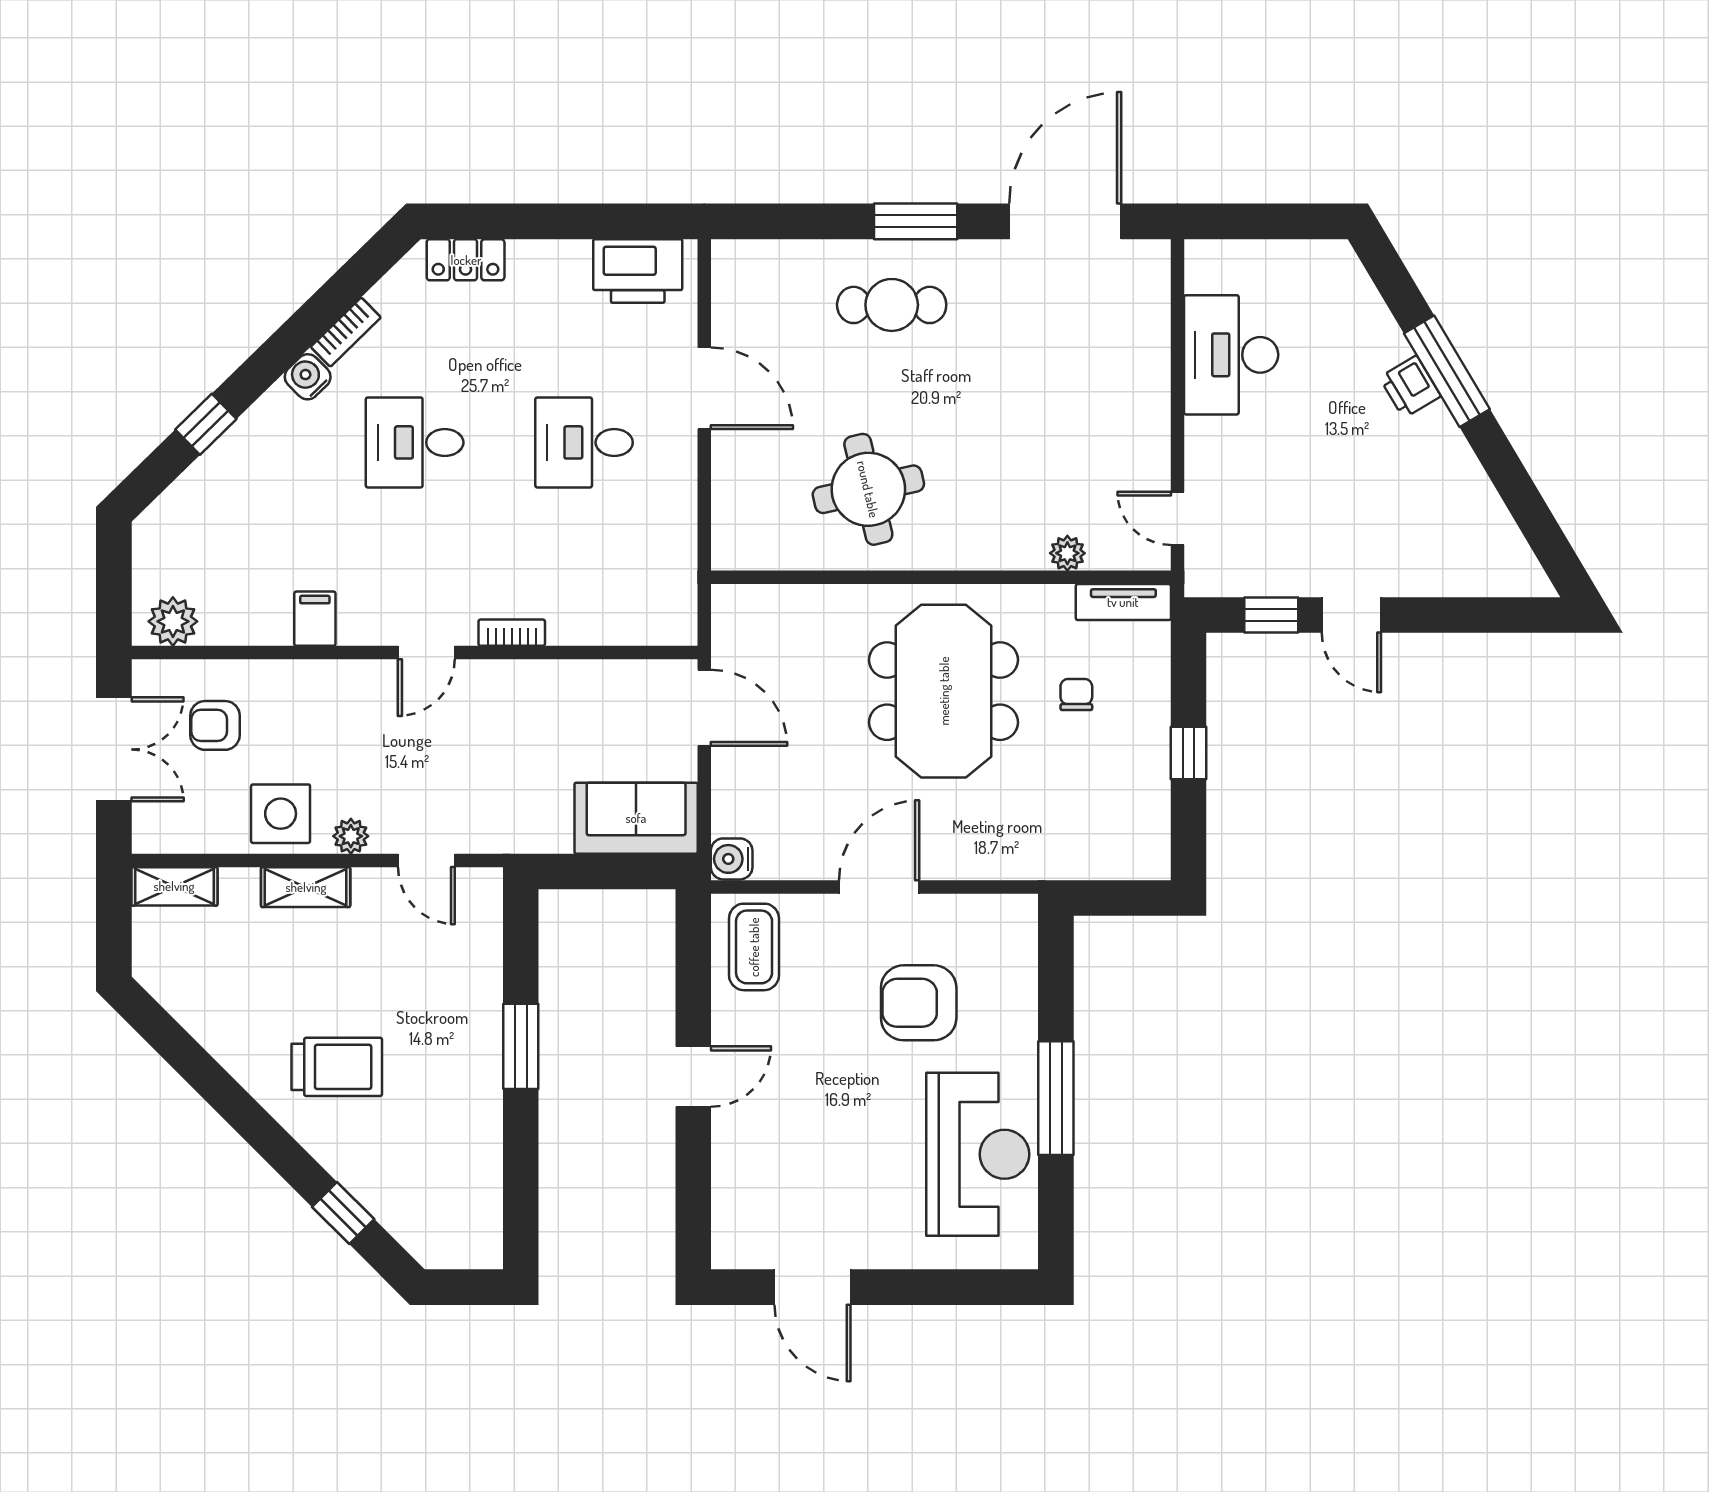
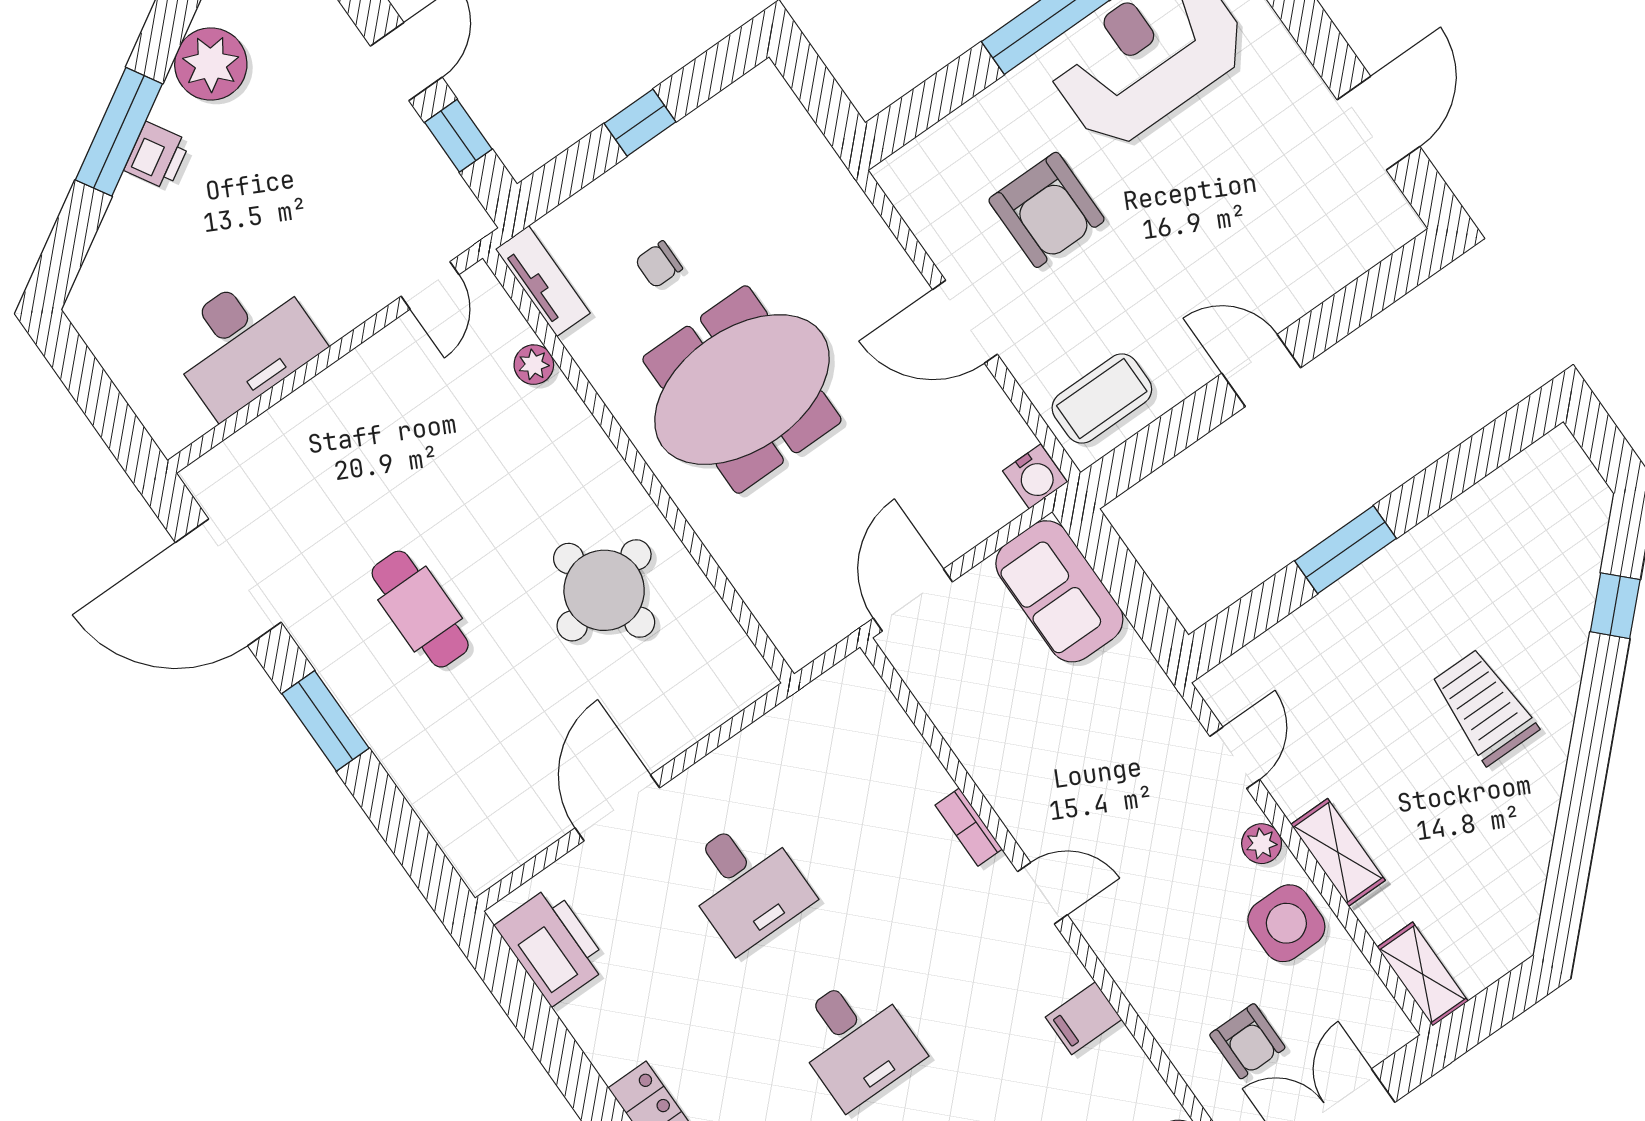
cafe table: (892, 305) -> (420, 609), moved
plant: (1449, 472) -> (211, 64), added

